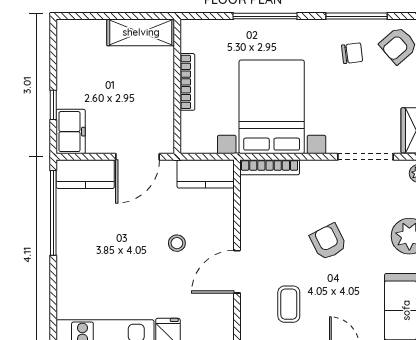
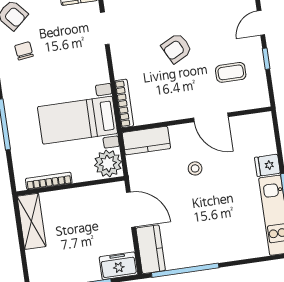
bookcase: (187, 82) -> (49, 181), moved
bed with nightstands: (272, 107) -> (78, 120), width x0.73
plant: (198, 137) -> (108, 164), added
doorway: (365, 157) -> (105, 28), width x0.73
kitchen counter: (206, 174) -> (146, 141), moved, turned 90

